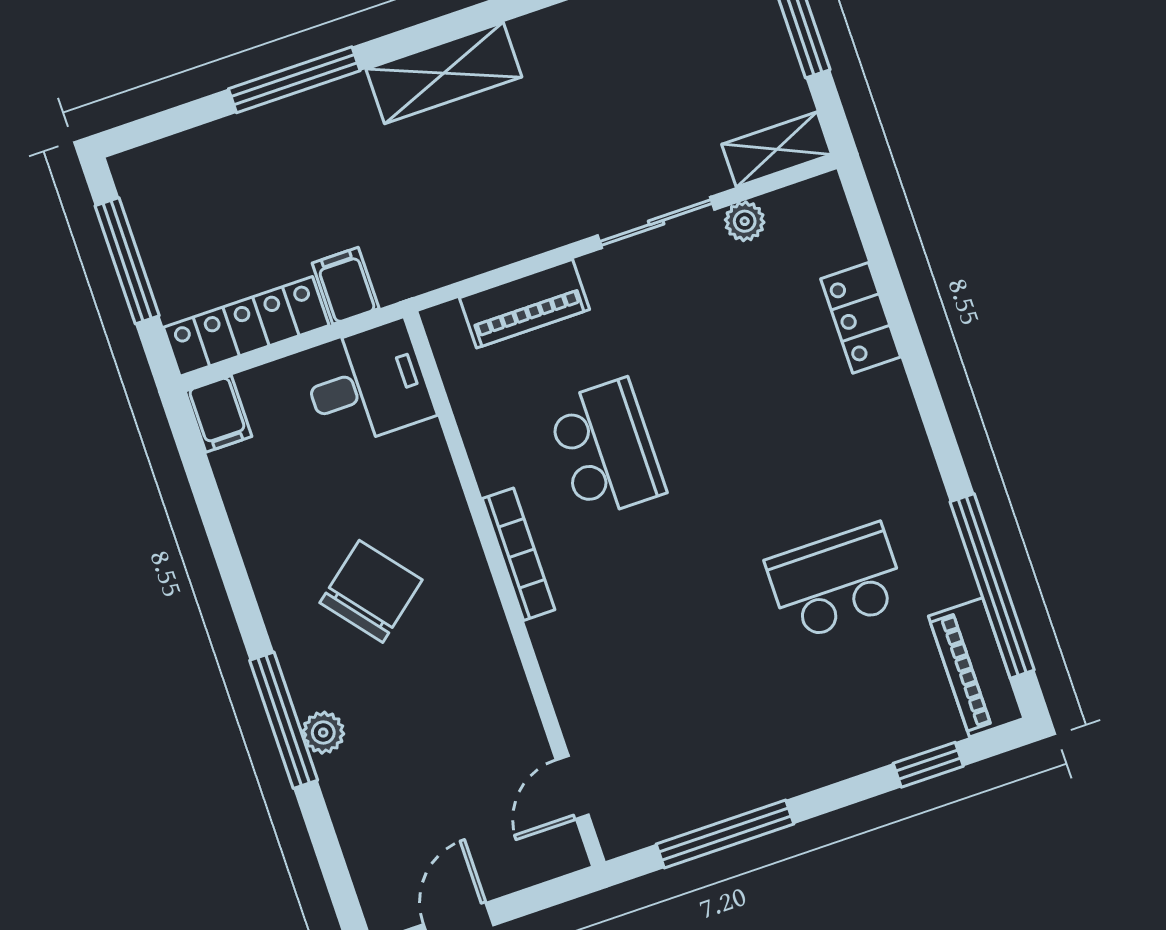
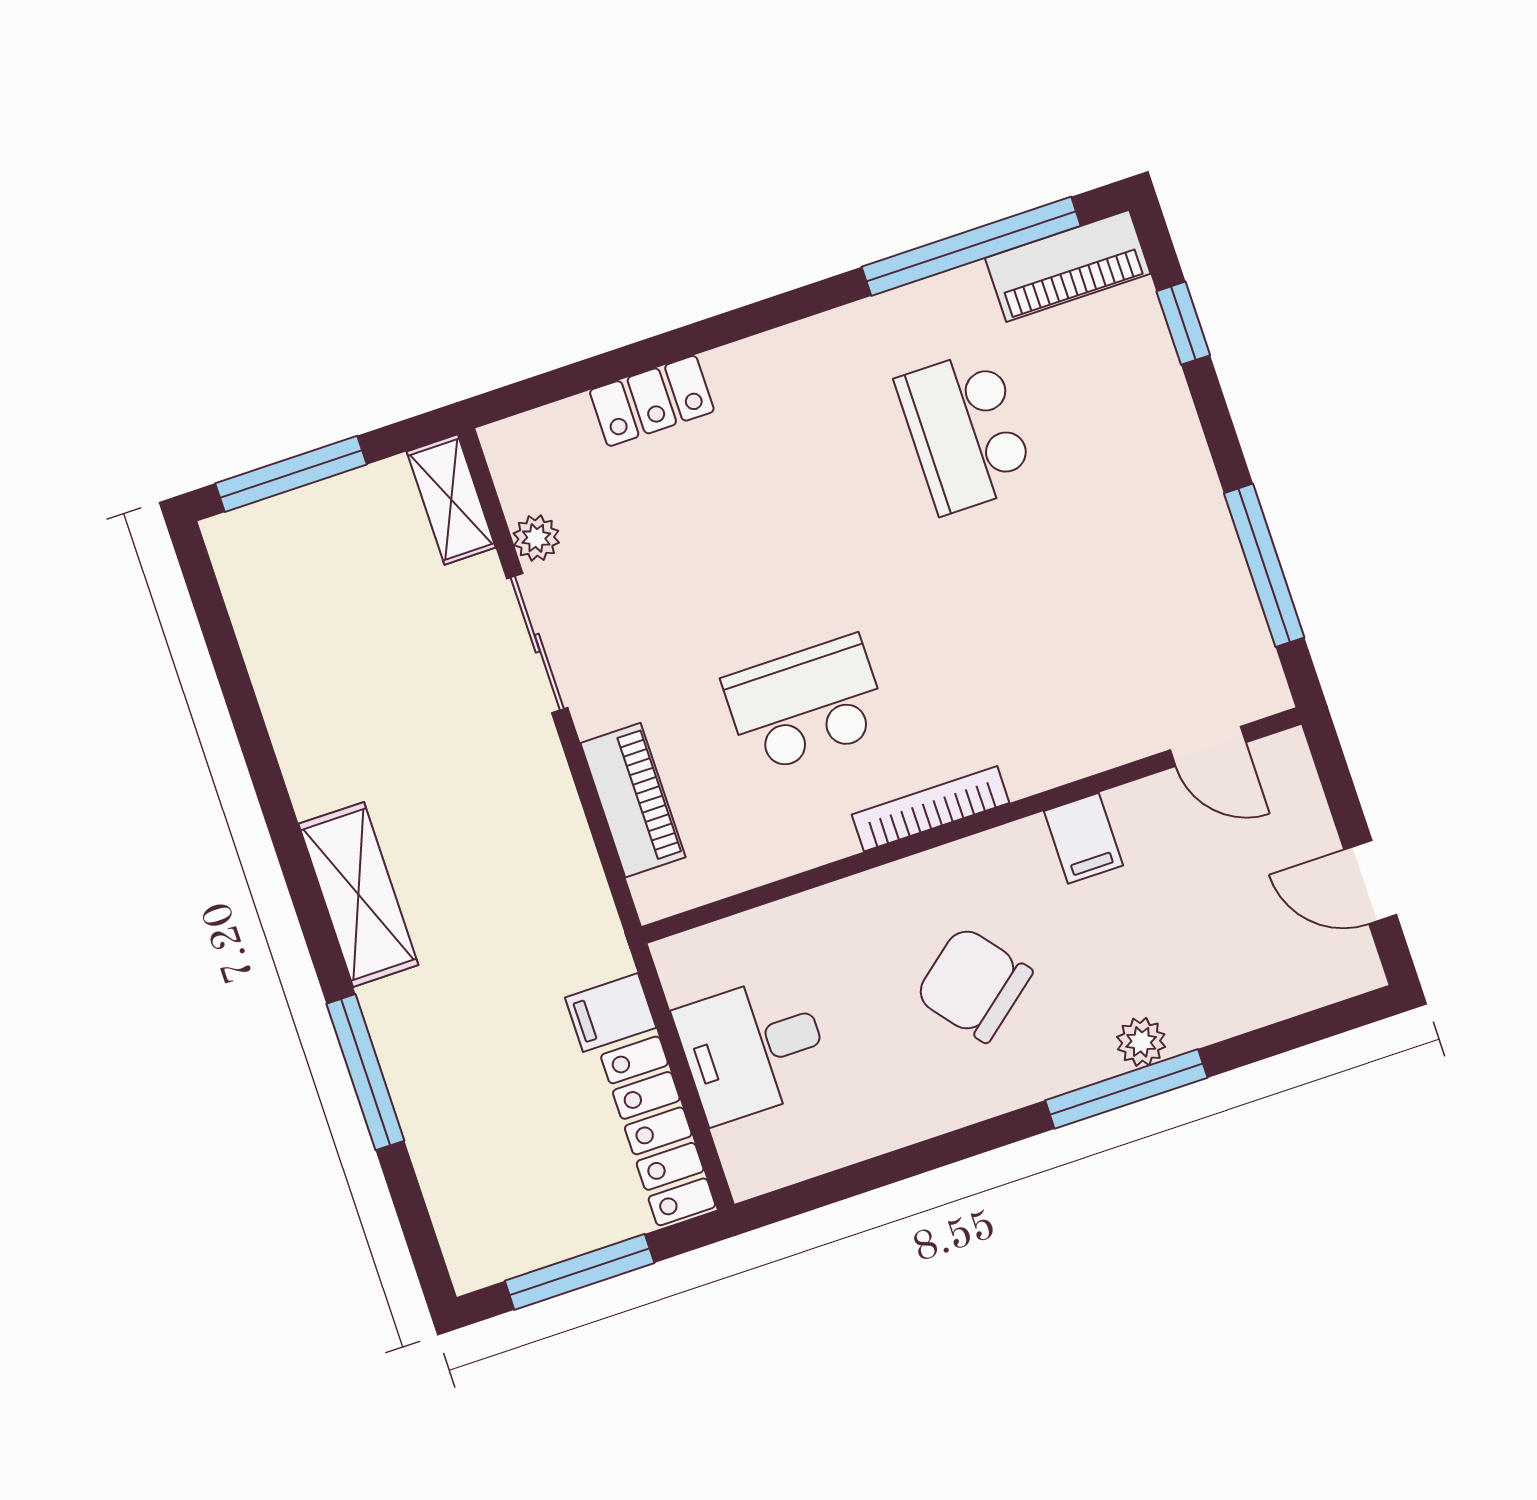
desk: (367, 384) -> (753, 1048), moved, turned -90
filing cabinet: (219, 414) -> (1083, 838), moved, turned 90

